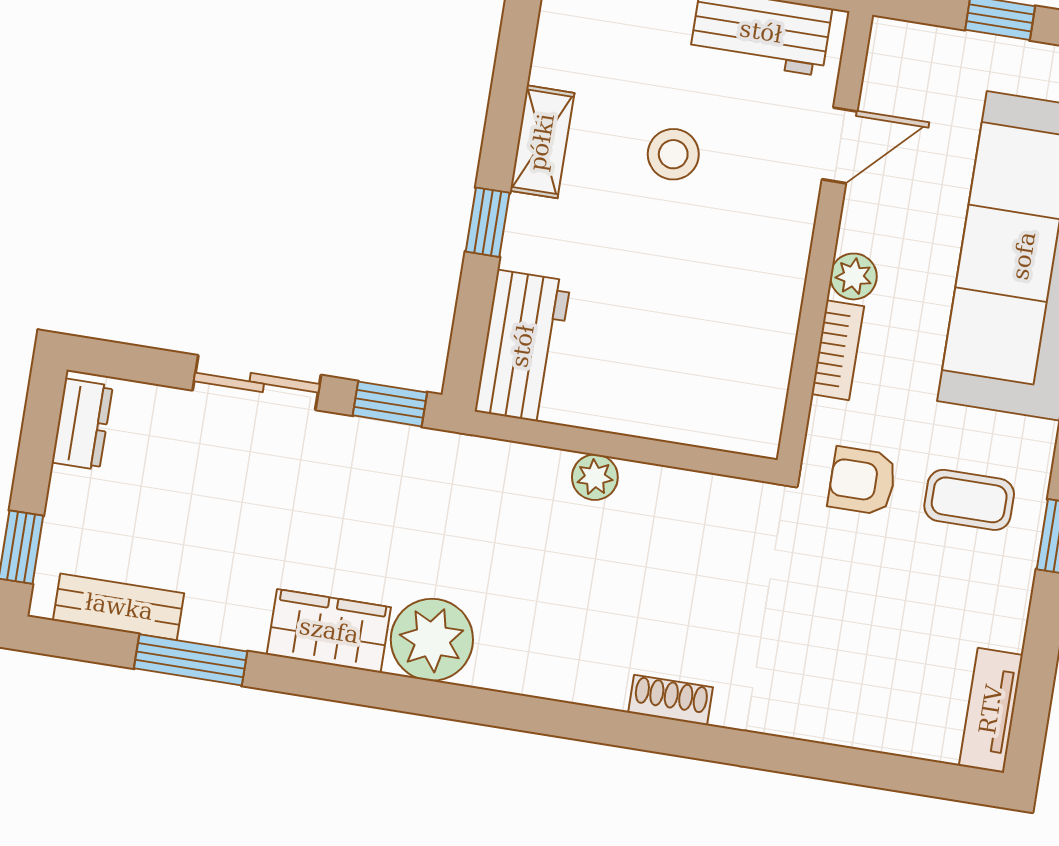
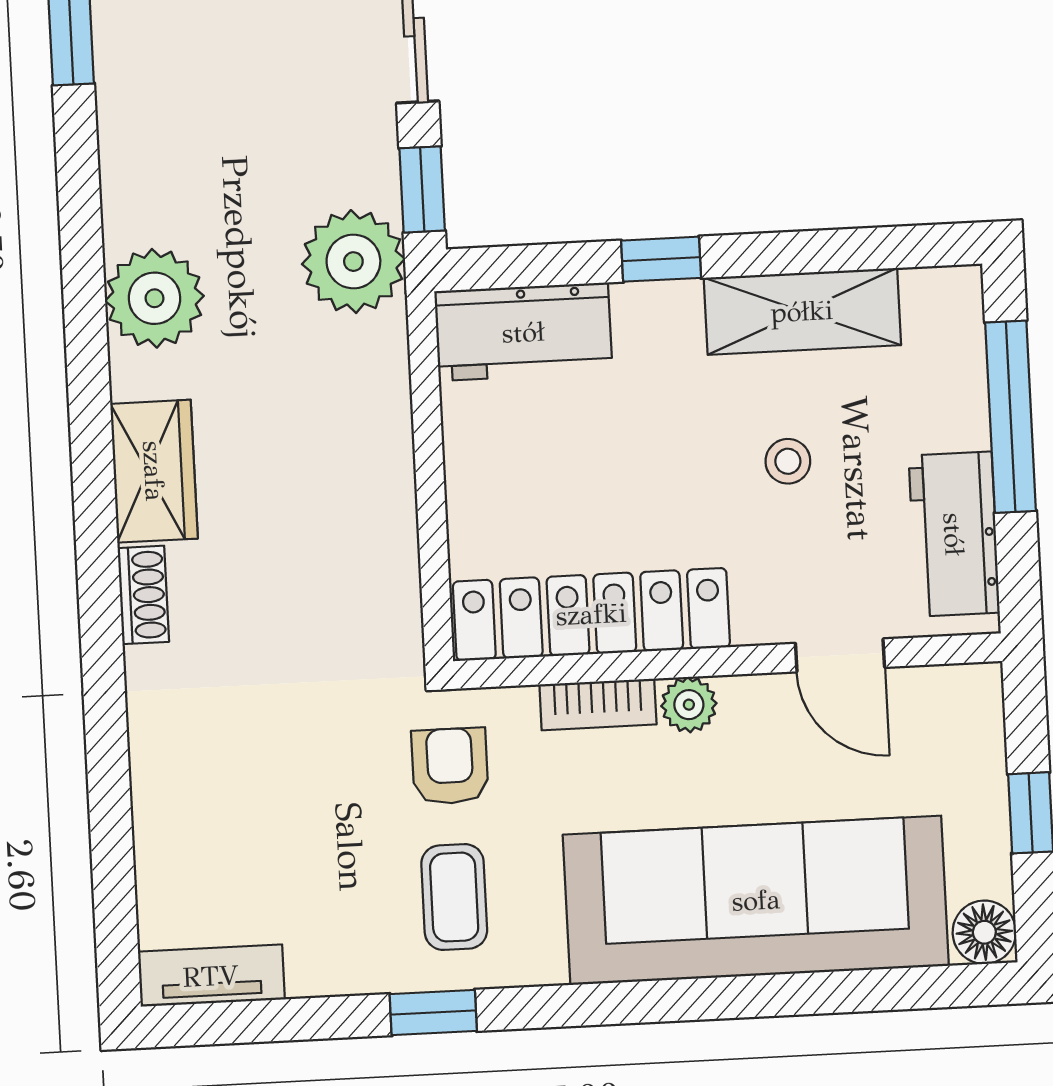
shelving: (542, 142) -> (802, 311), width x1.50, depth x1.33
stool: (673, 154) -> (788, 461), width x0.73, depth x0.73
locker: (764, 340) -> (591, 614), added
plant: (595, 477) -> (353, 262), moved, width x1.88, depth x1.88
wardrobe: (329, 631) -> (154, 471), moved

